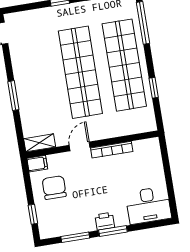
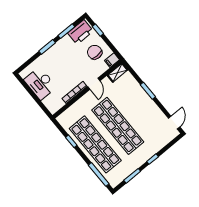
chair: (54, 188) -> (95, 52), turned 180
desk: (148, 205) -> (40, 83), moved, turned -90
printer: (105, 221) -> (80, 32), moved, width x1.87, depth x1.48

